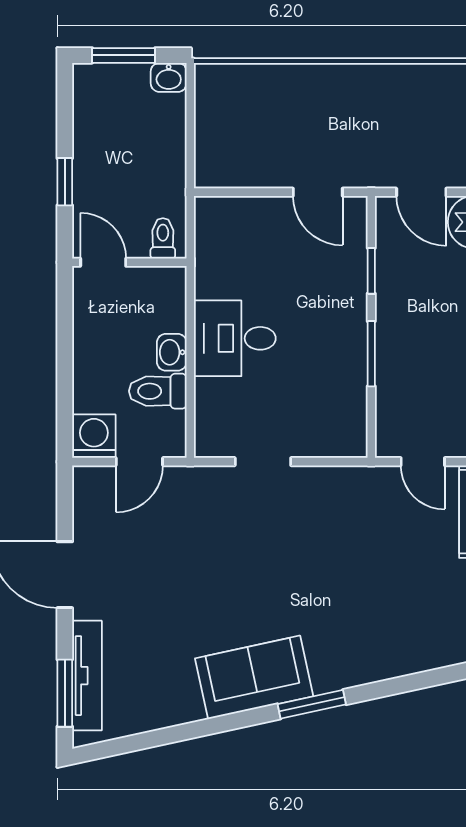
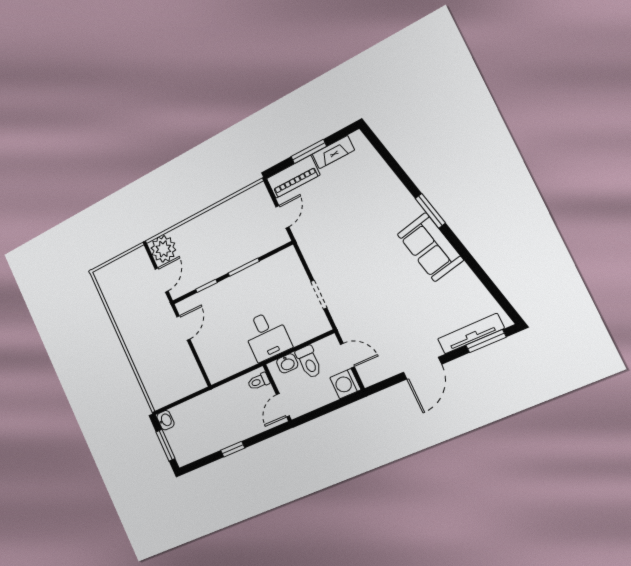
toilet: (163, 238) -> (259, 381), moved
door: (103, 262) -> (283, 405), moved
wall: (129, 262) -> (277, 393), moved

